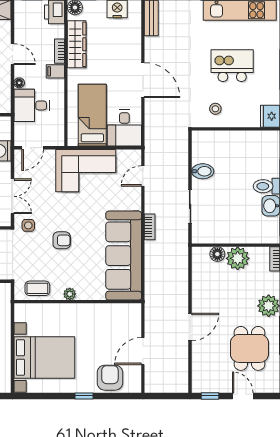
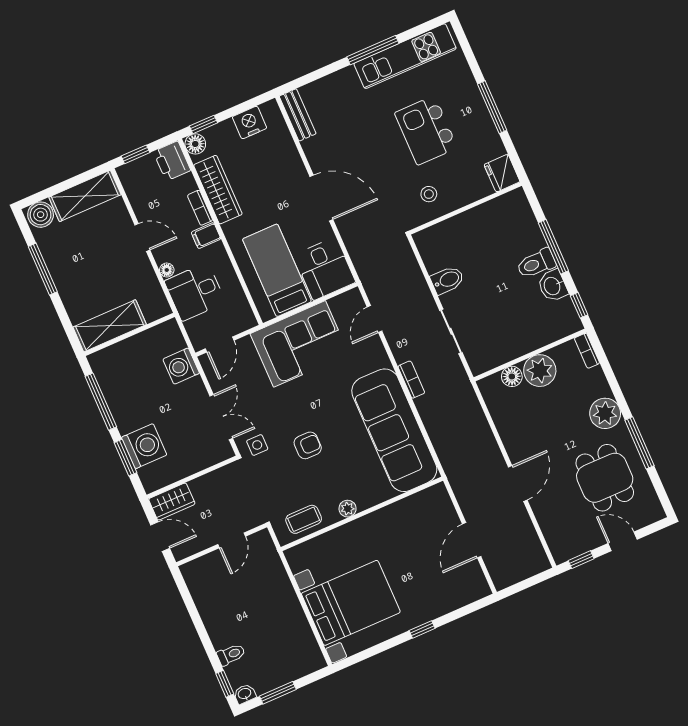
kitchen island: (232, 66) -> (426, 130), turned -90
armchair: (110, 378) -> (445, 592), removed

